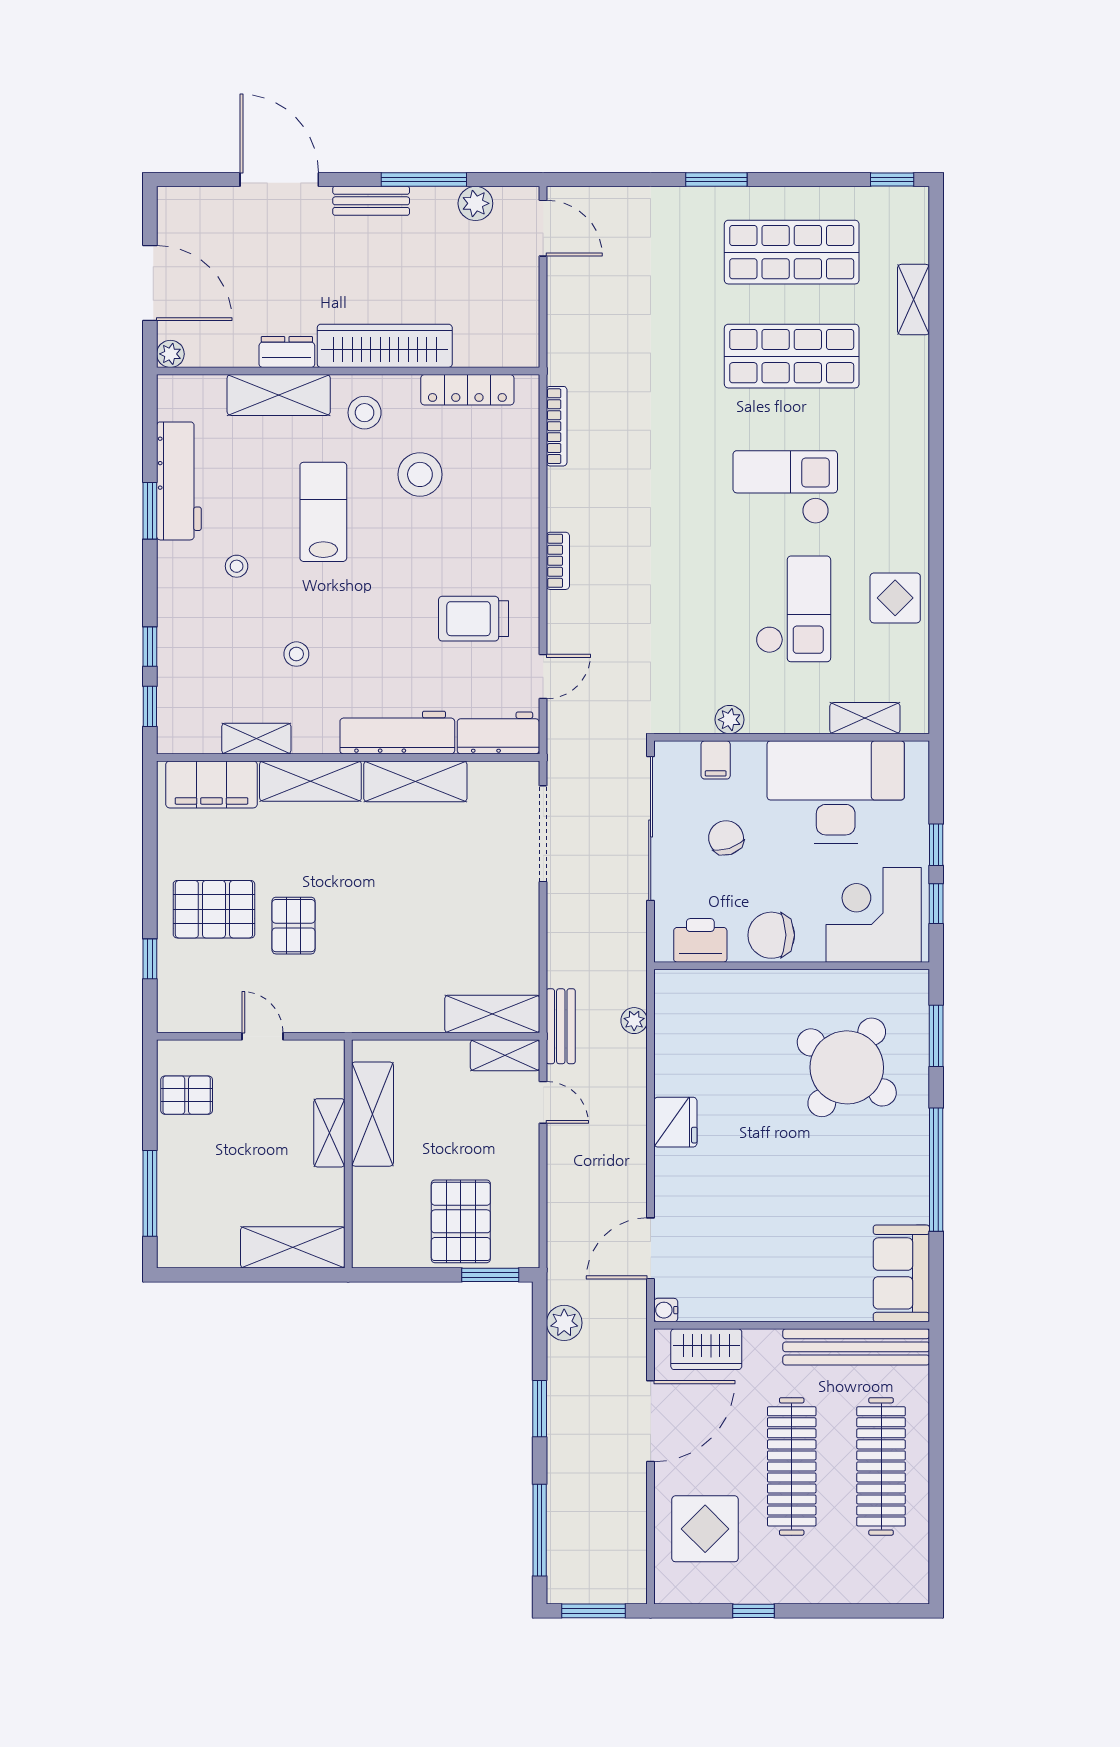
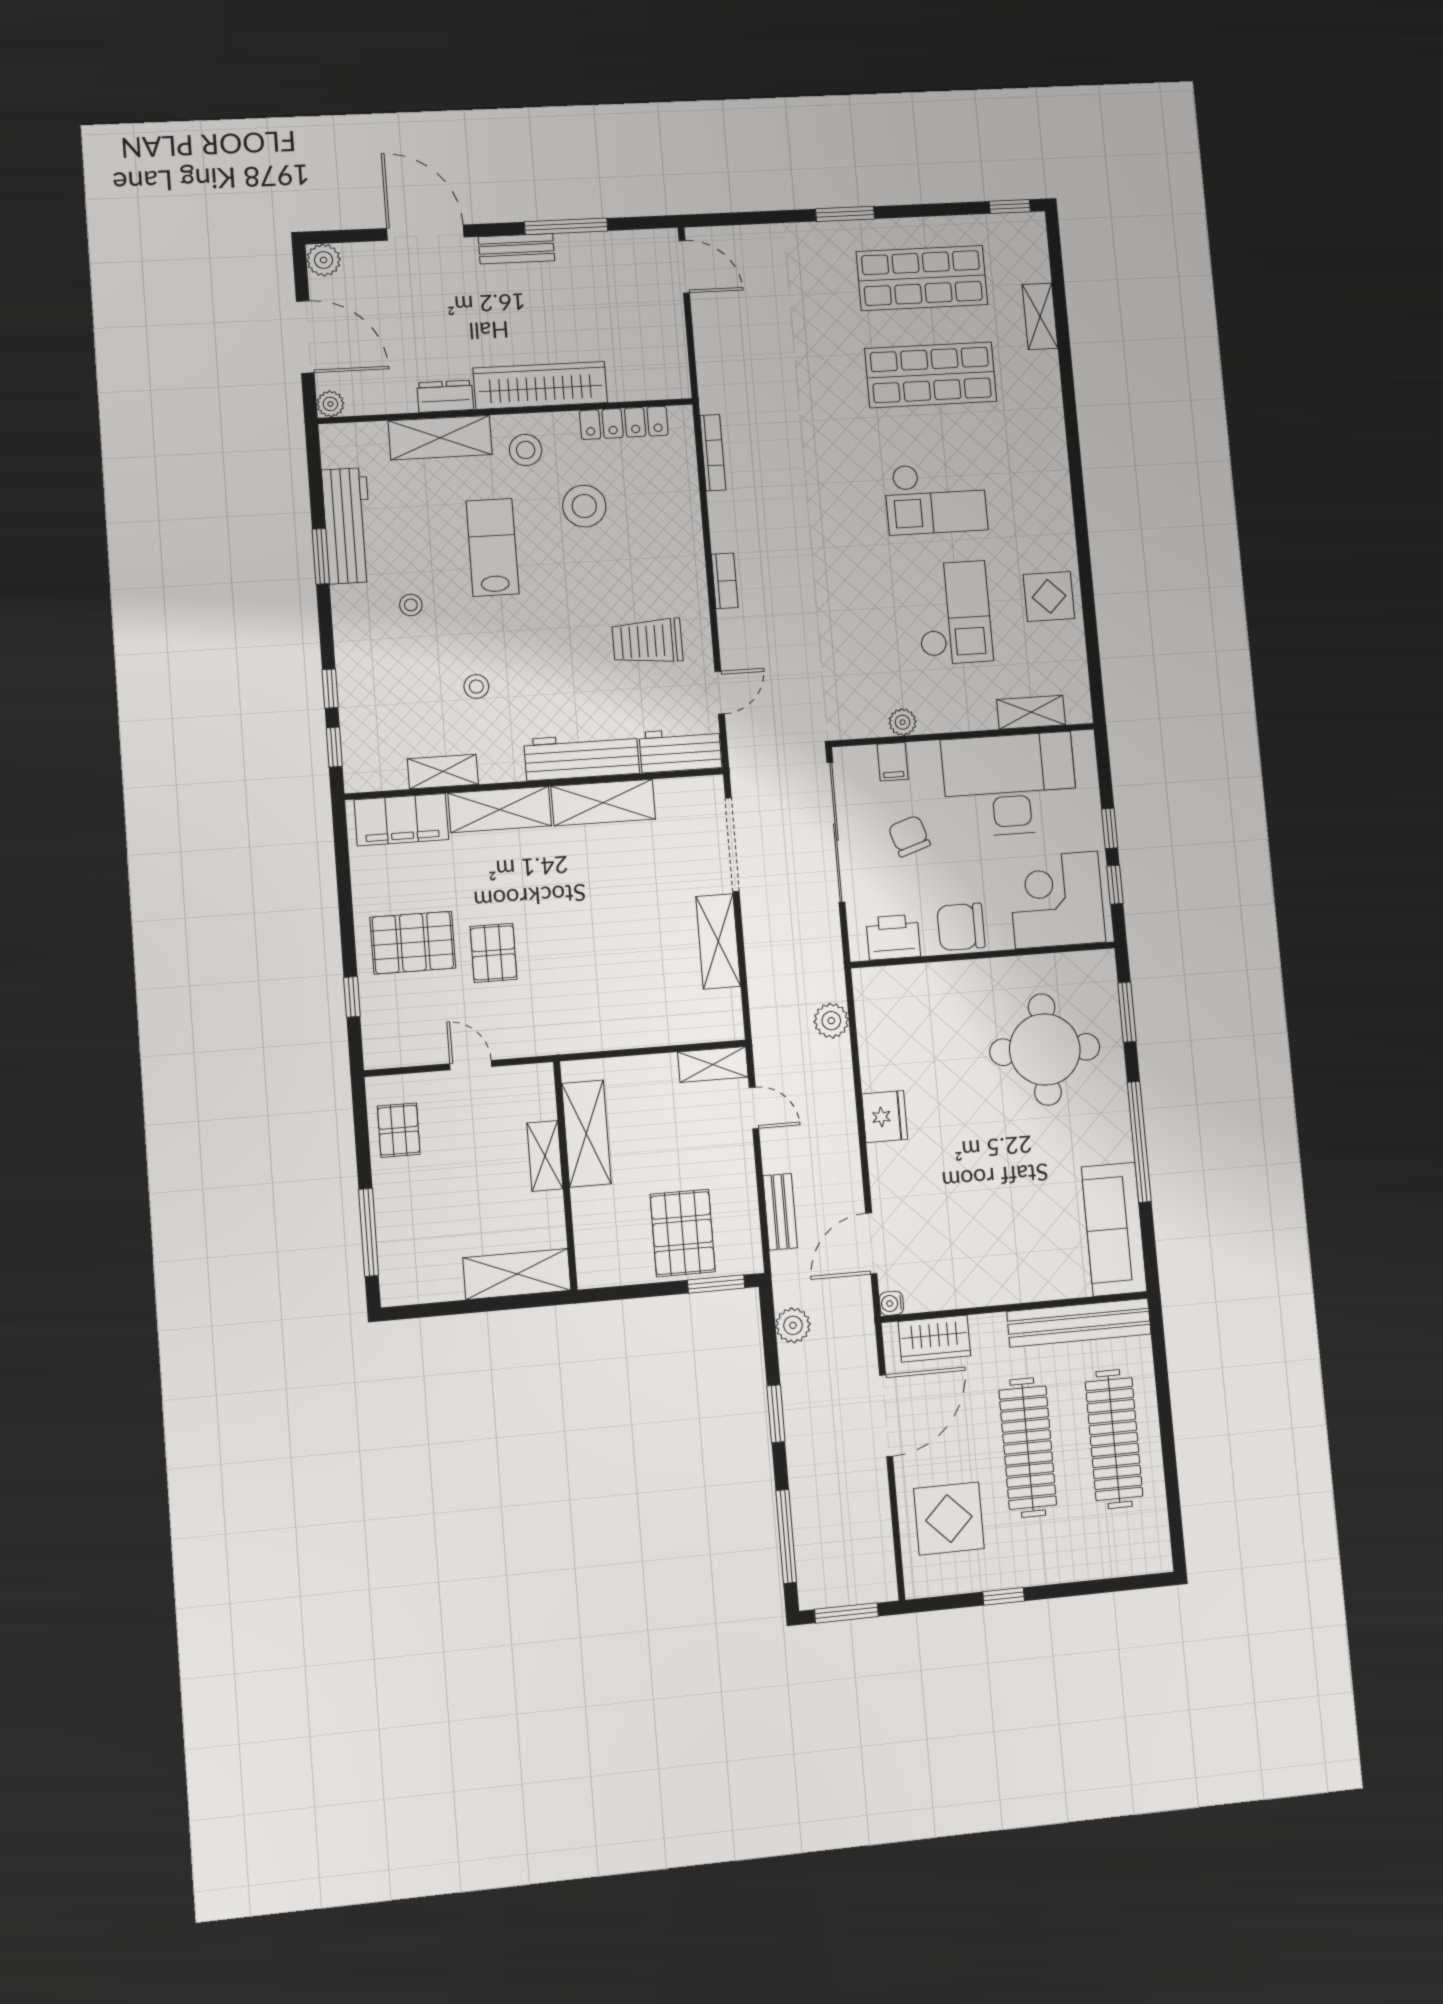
plant: (475, 203) -> (324, 260), moved
checkout: (785, 487) -> (936, 498), turned 180
shelving: (492, 1014) -> (718, 941), moved, turned 90
plant: (634, 1021) -> (831, 1021), width x1.38, depth x1.38
bench: (561, 1026) -> (780, 1212), moved
round table: (847, 1067) -> (1045, 1049), turned -34
pallet: (187, 1095) -> (399, 1130), turned 90
sofa: (901, 1273) -> (1114, 1229), width x1.36

